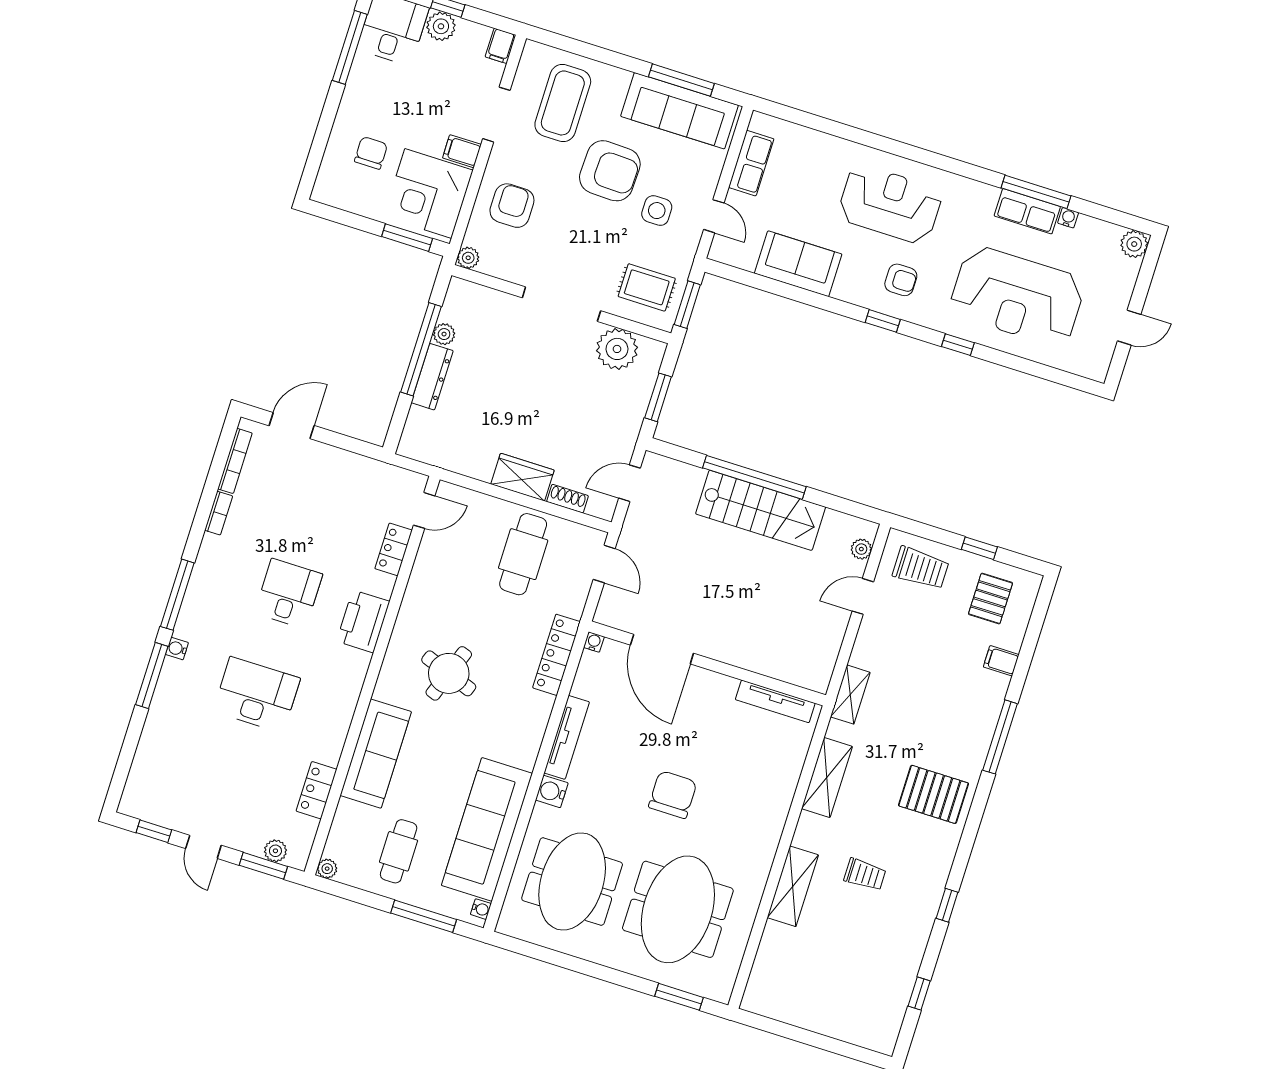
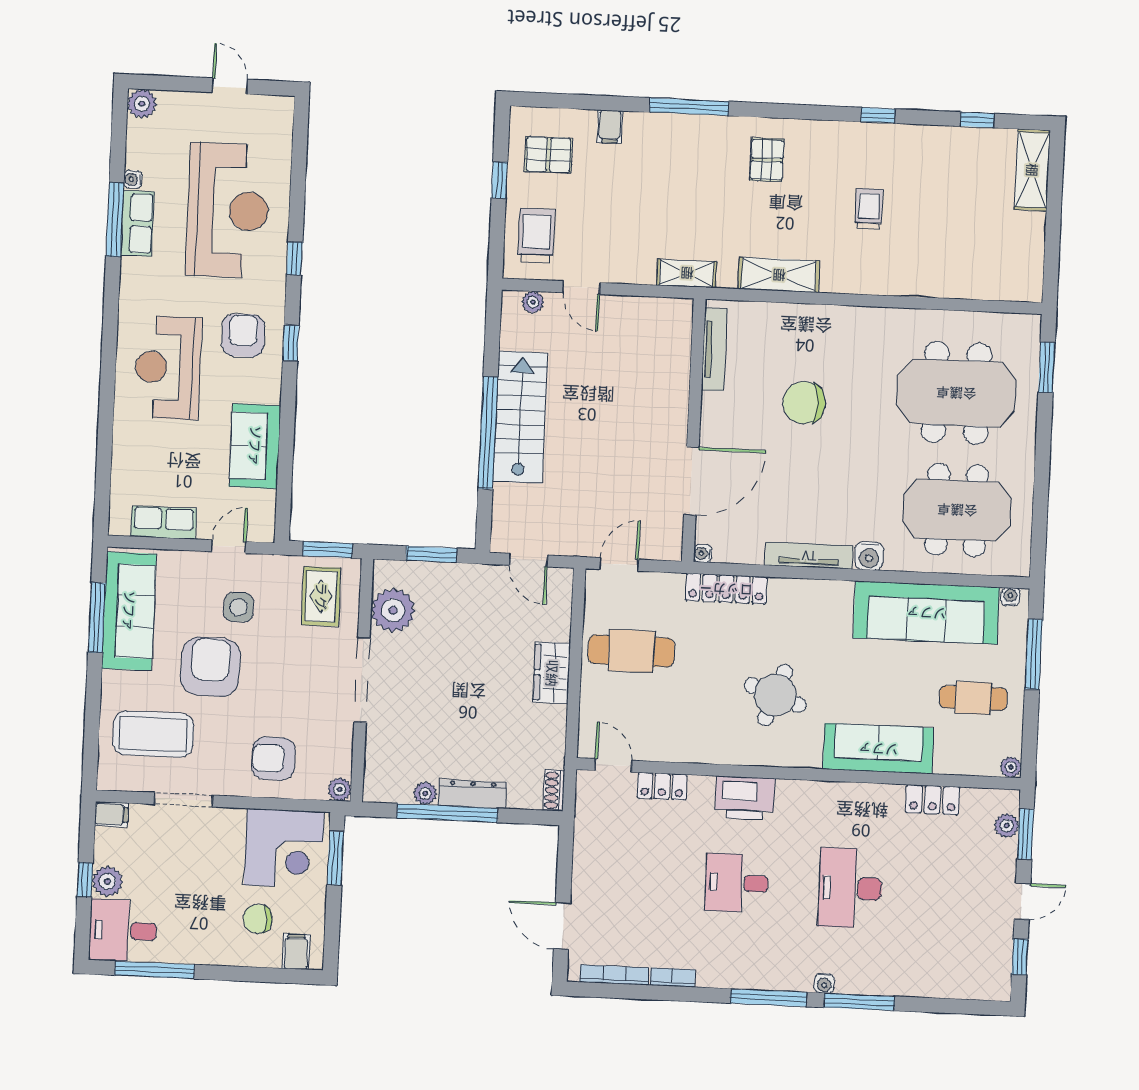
filing cabinet: (462, 151) -> (296, 951), moved, turned 180
armchair: (901, 280) -> (243, 335), width x1.38, depth x1.38
shoe rack: (567, 499) -> (554, 790), moved
pallet: (934, 794) -> (767, 160), width x0.67, depth x0.71
chair: (673, 795) -> (804, 403), moved
shelving: (793, 886) -> (1032, 170), moved, turned 90

